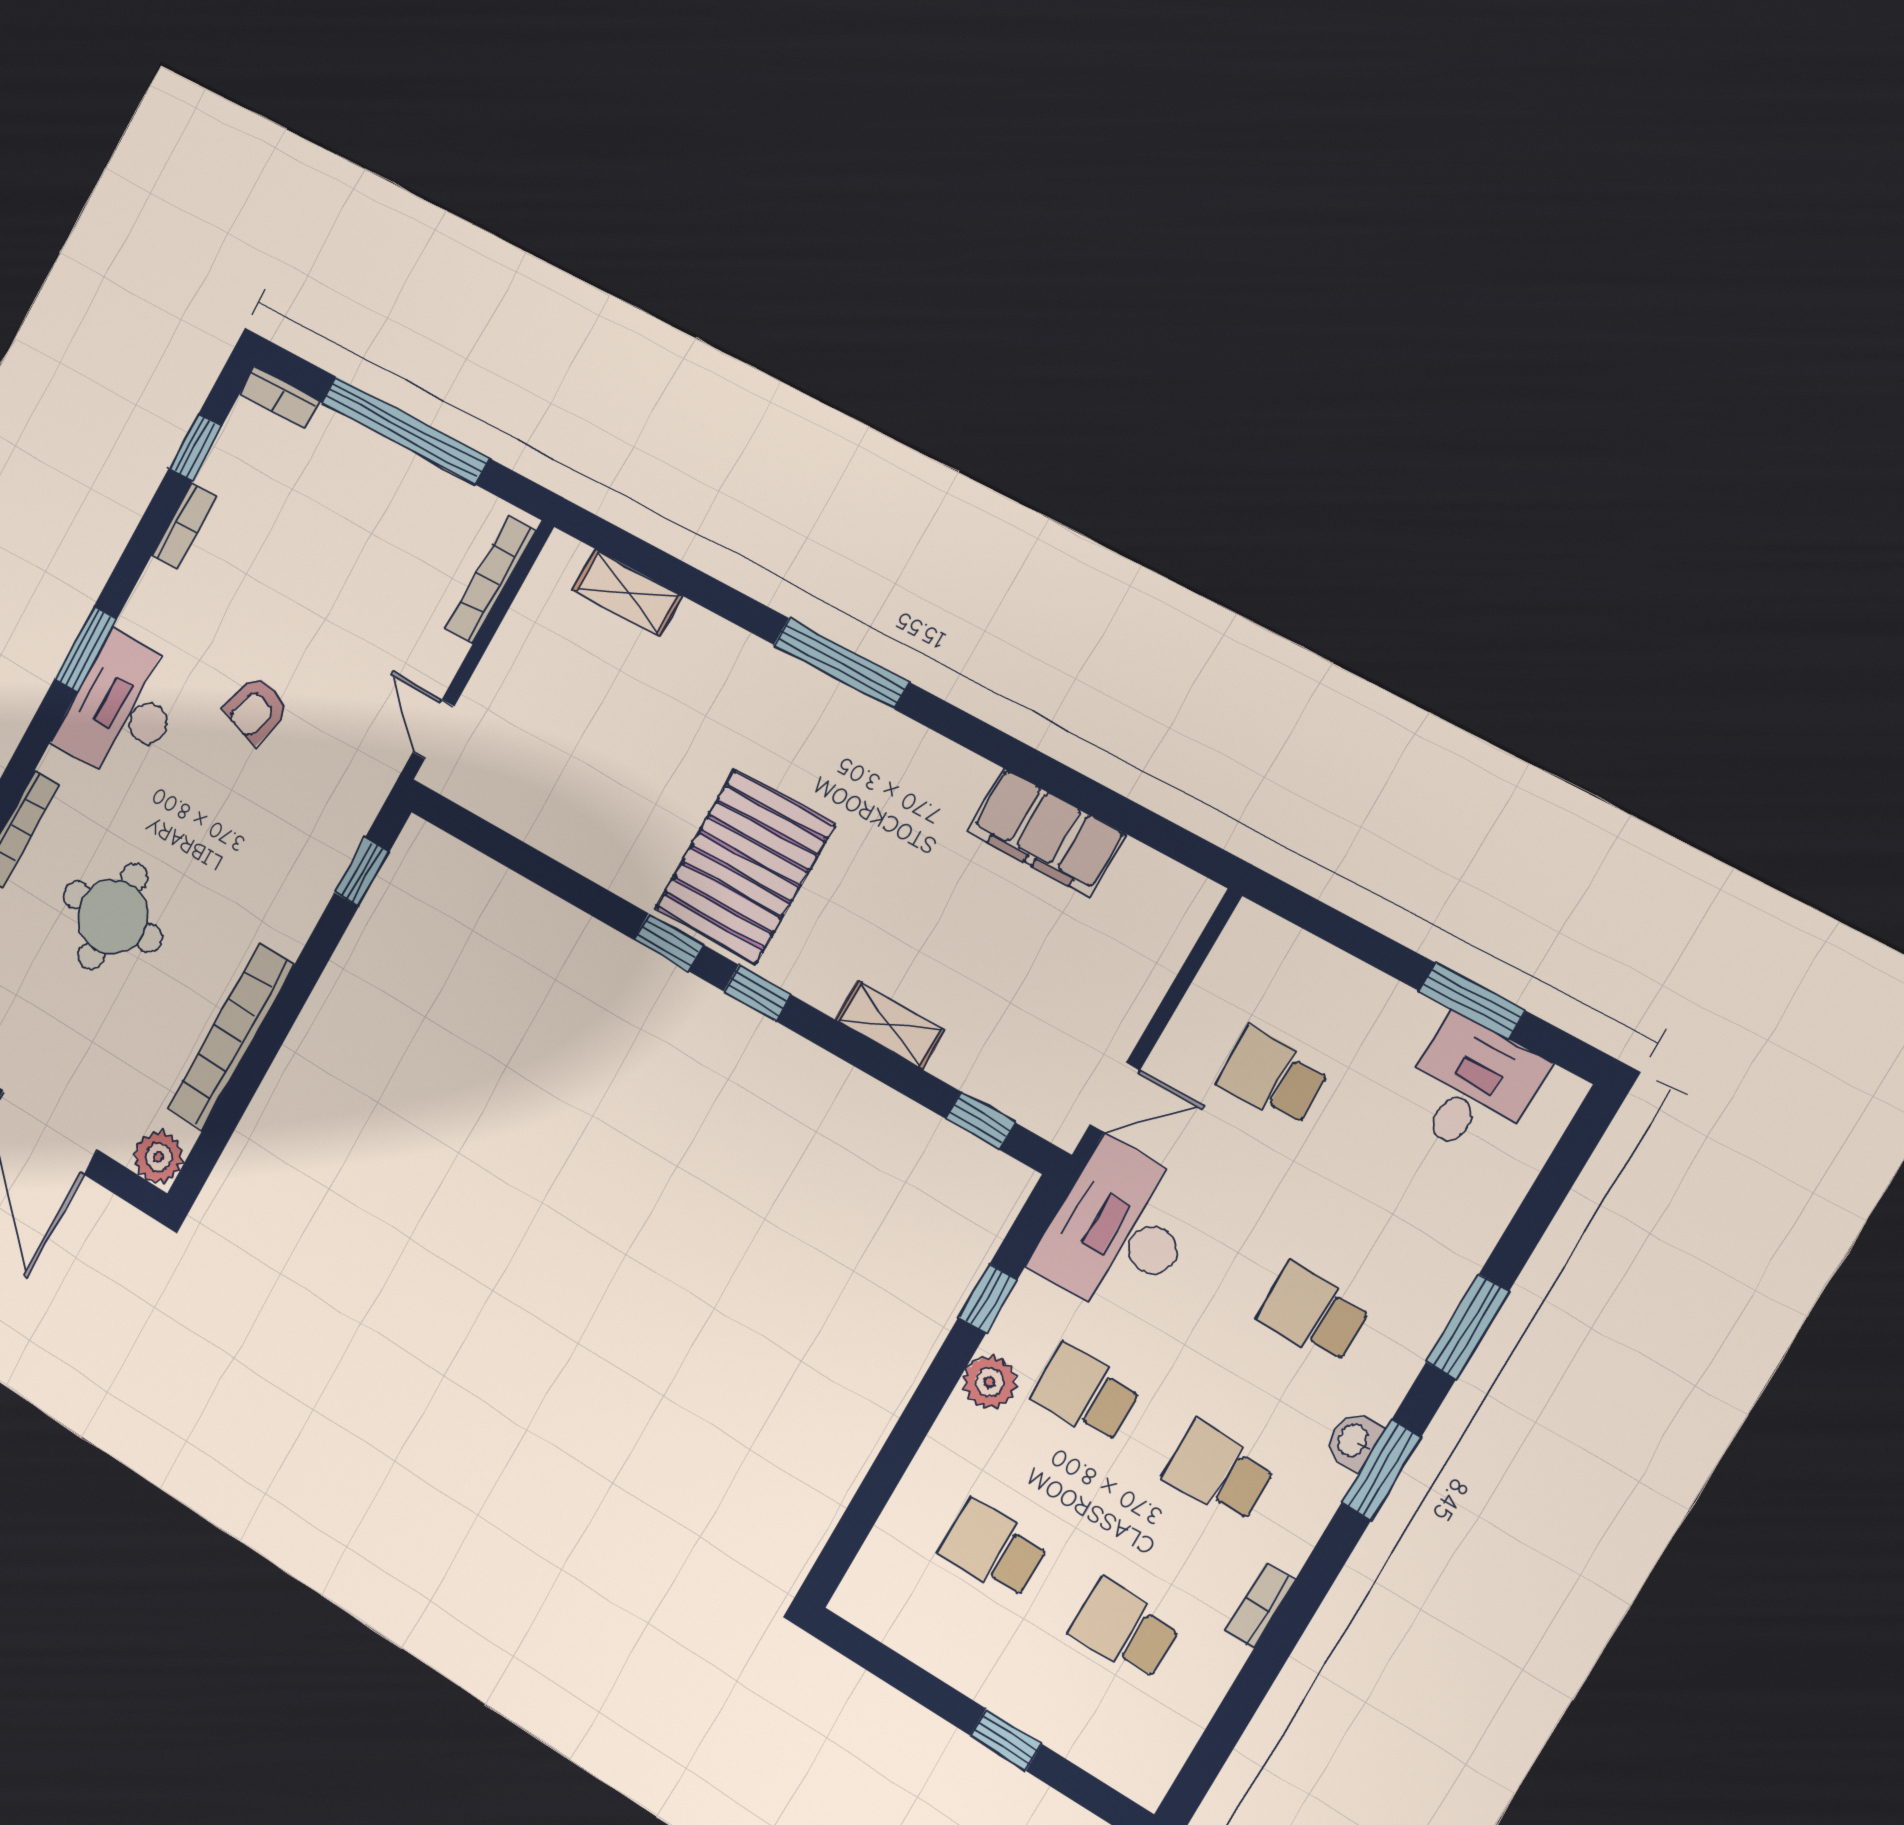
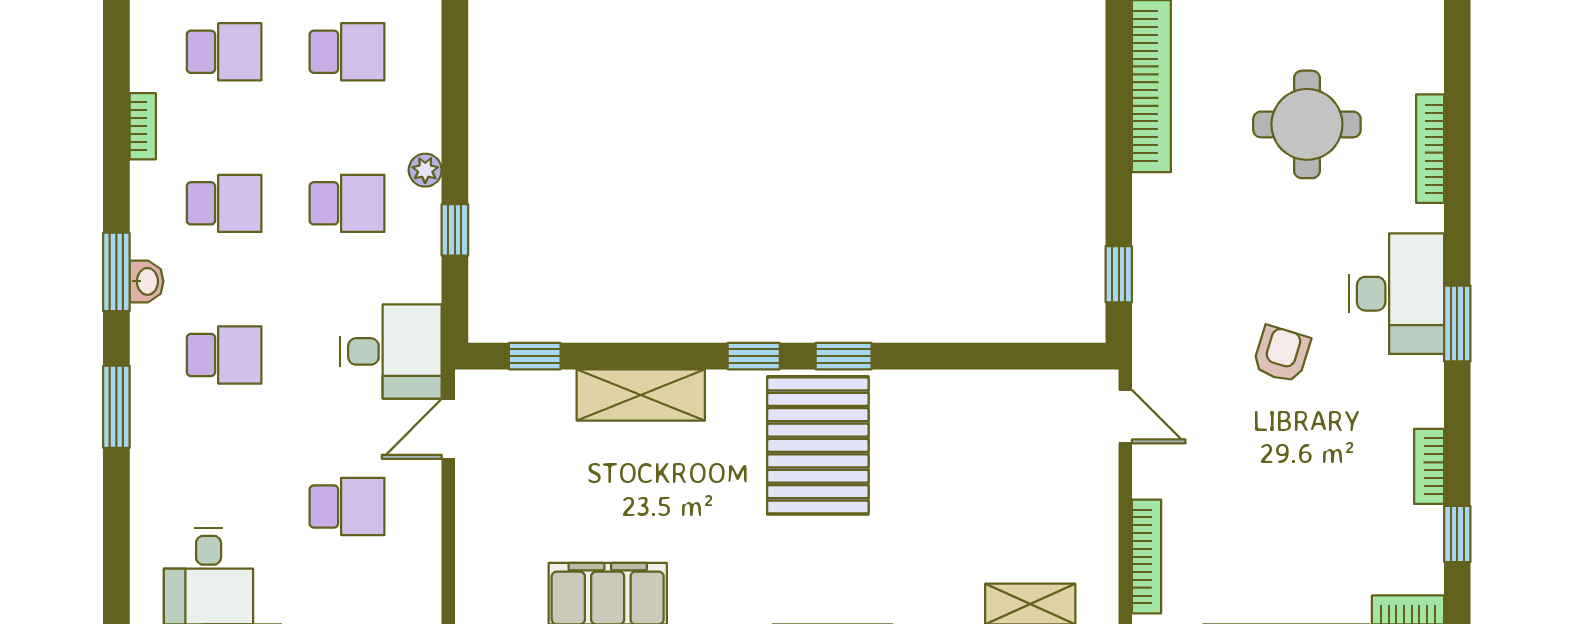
shelving: (890, 1025) -> (641, 395), width x1.50, depth x1.33
desk: (1119, 1231) -> (391, 351), width x0.73
plant: (989, 1382) -> (425, 170), width x0.73, depth x0.73

